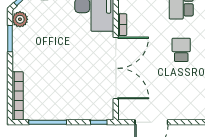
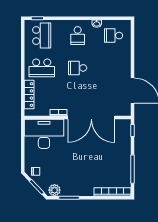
double door: (116, 68) -> (91, 117), swing flipped

